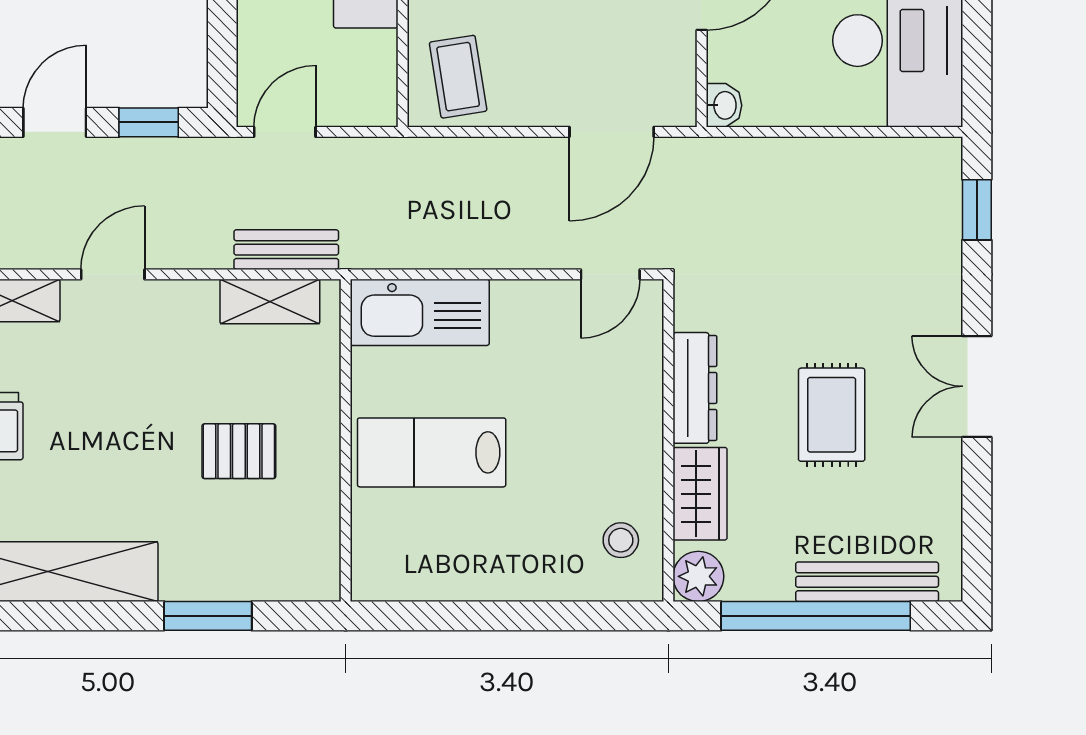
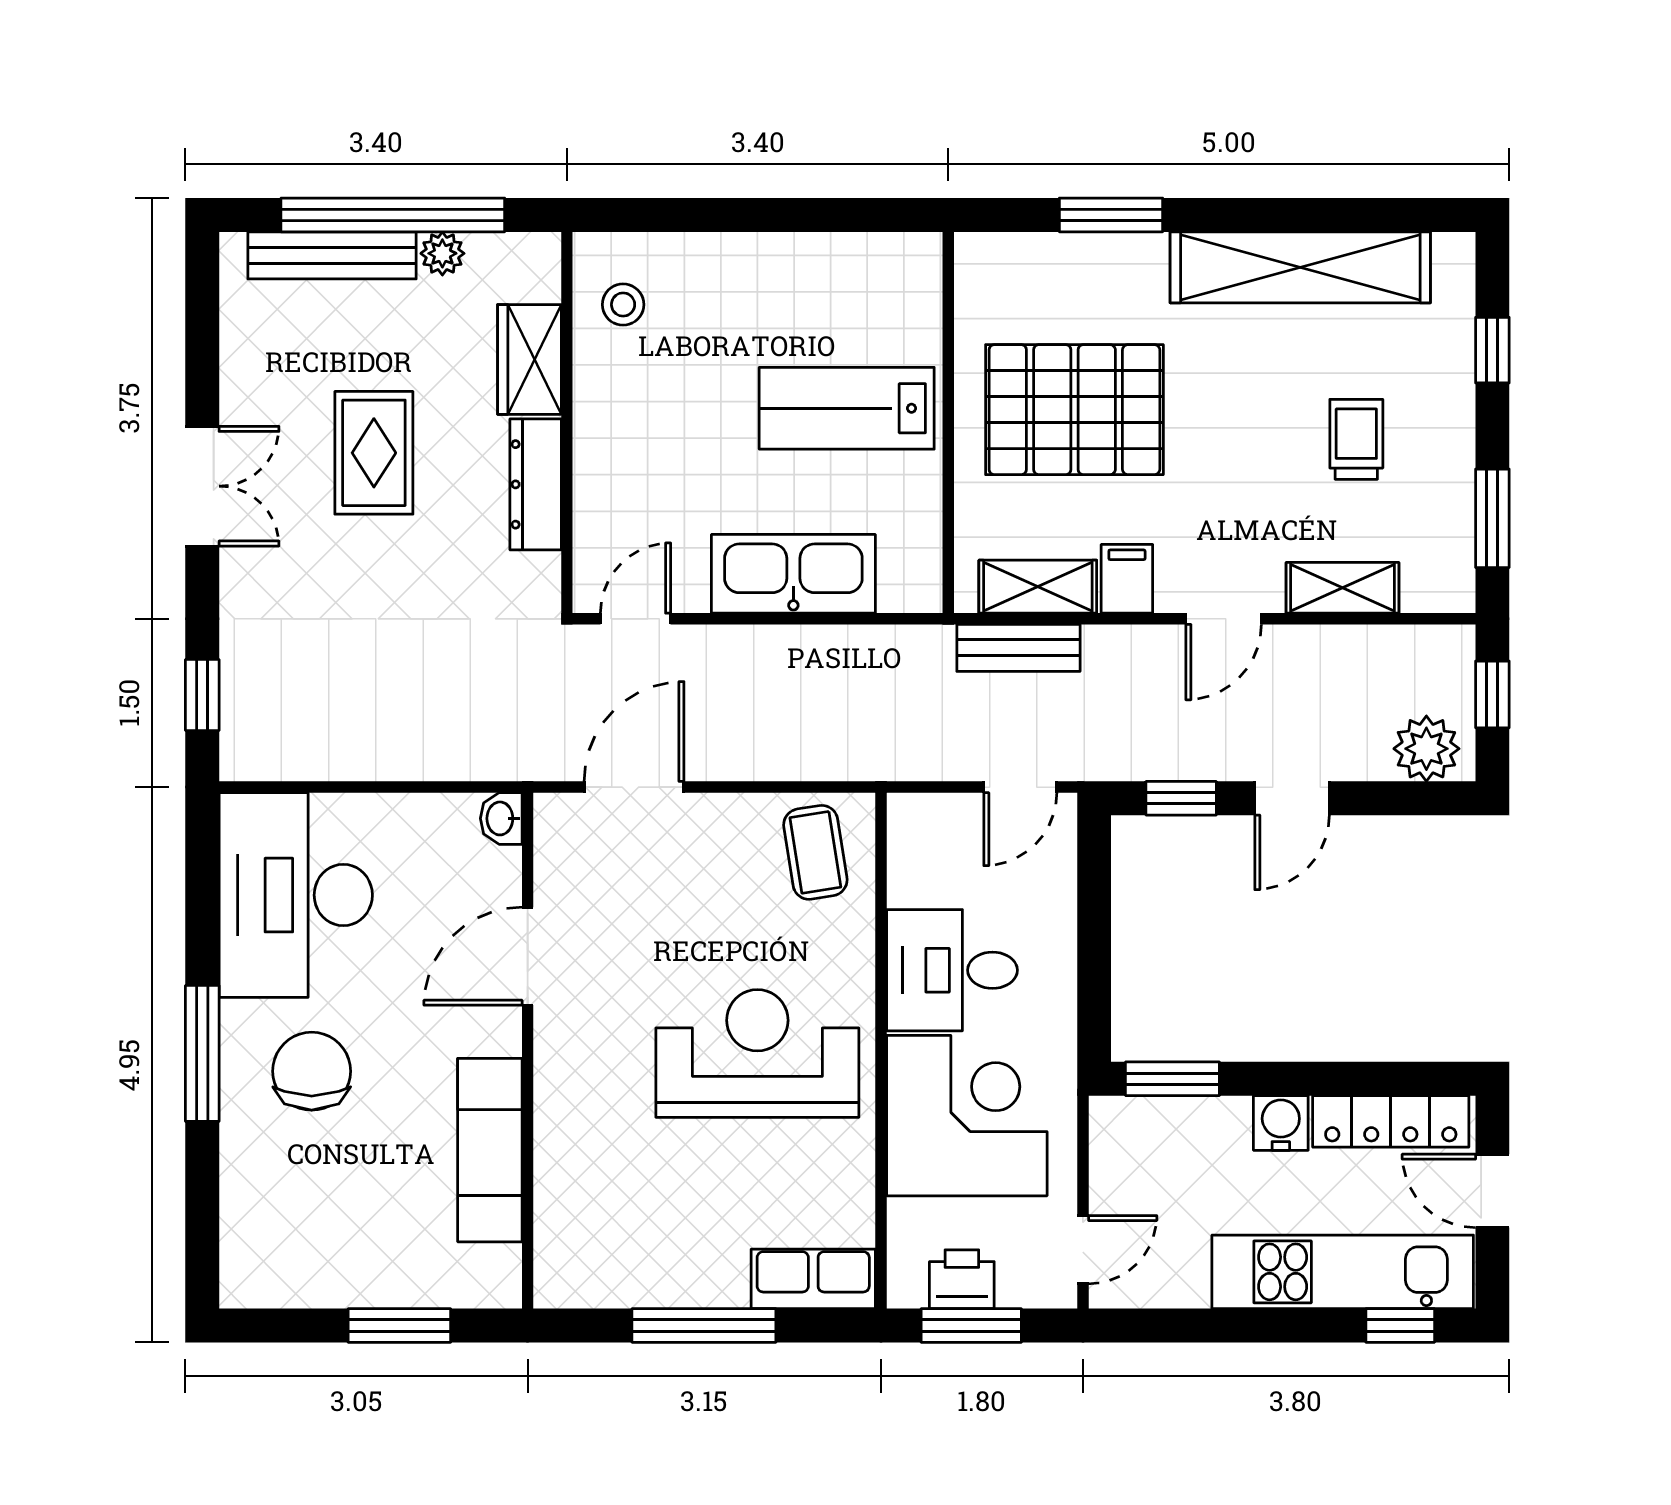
filing cabinet: (194, 308) -> (1127, 579), added
kitchen sink: (420, 312) -> (793, 574), moved
pallet: (239, 451) -> (1074, 410), width x2.05, depth x2.00
lab bench: (432, 452) -> (847, 408), turned 180
plant: (698, 576) -> (442, 253), moved, width x0.73, depth x0.73

